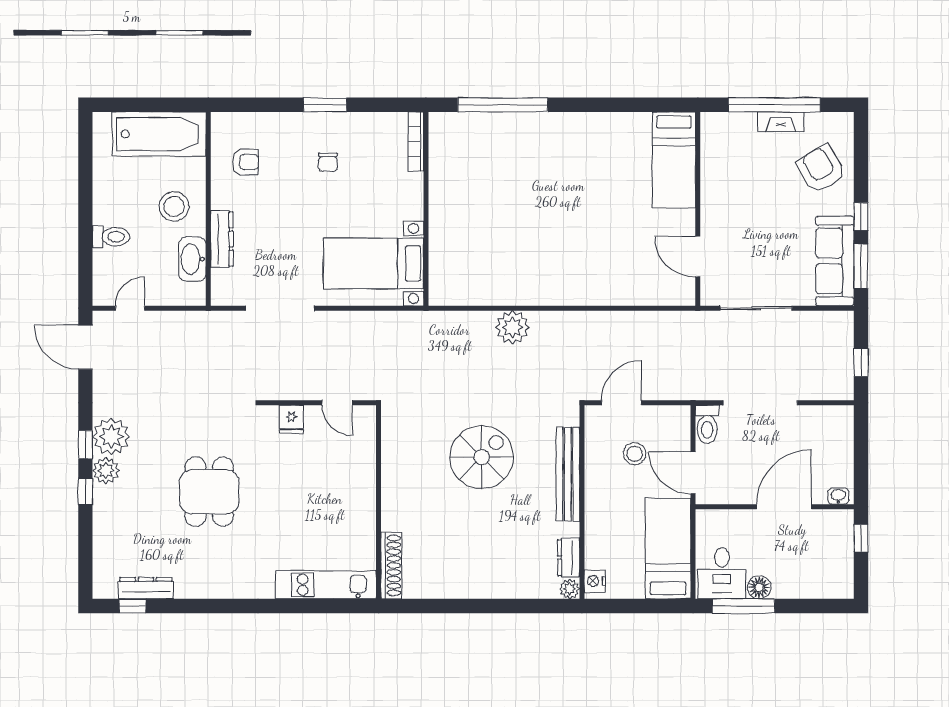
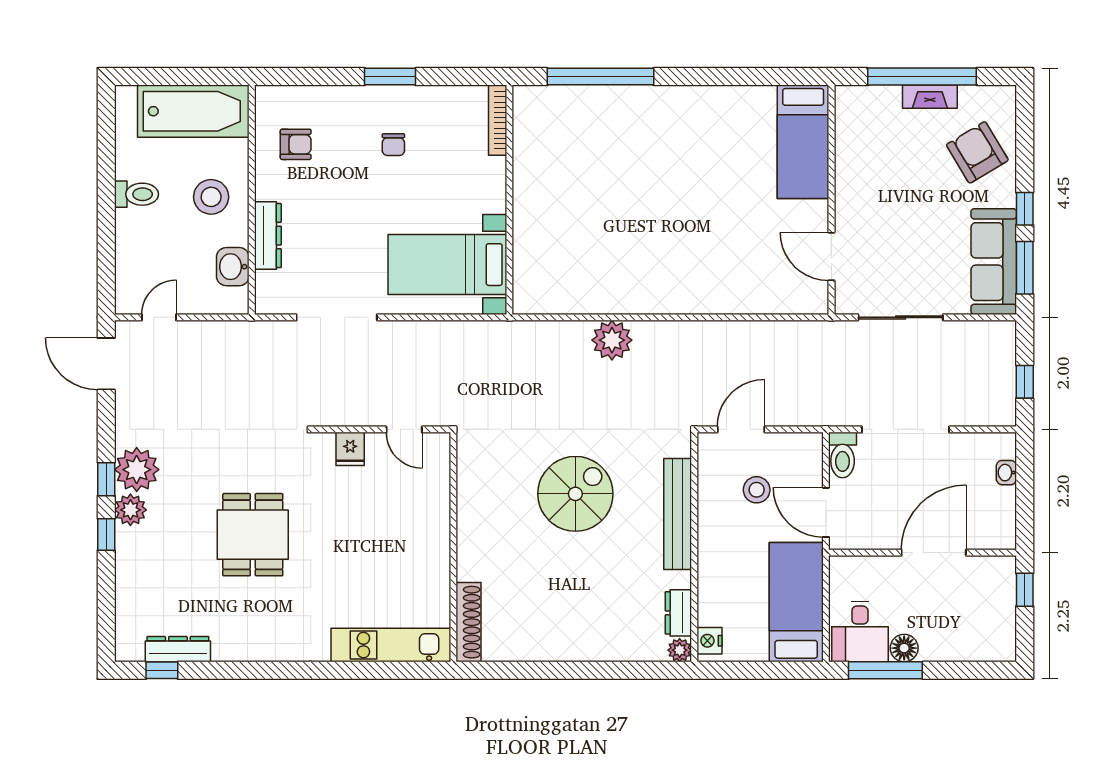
toilet: (111, 237) -> (136, 194), moved
washbasin: (192, 259) -> (233, 267), width x0.72
washbasin: (838, 496) -> (1006, 473), moved, turned -90

